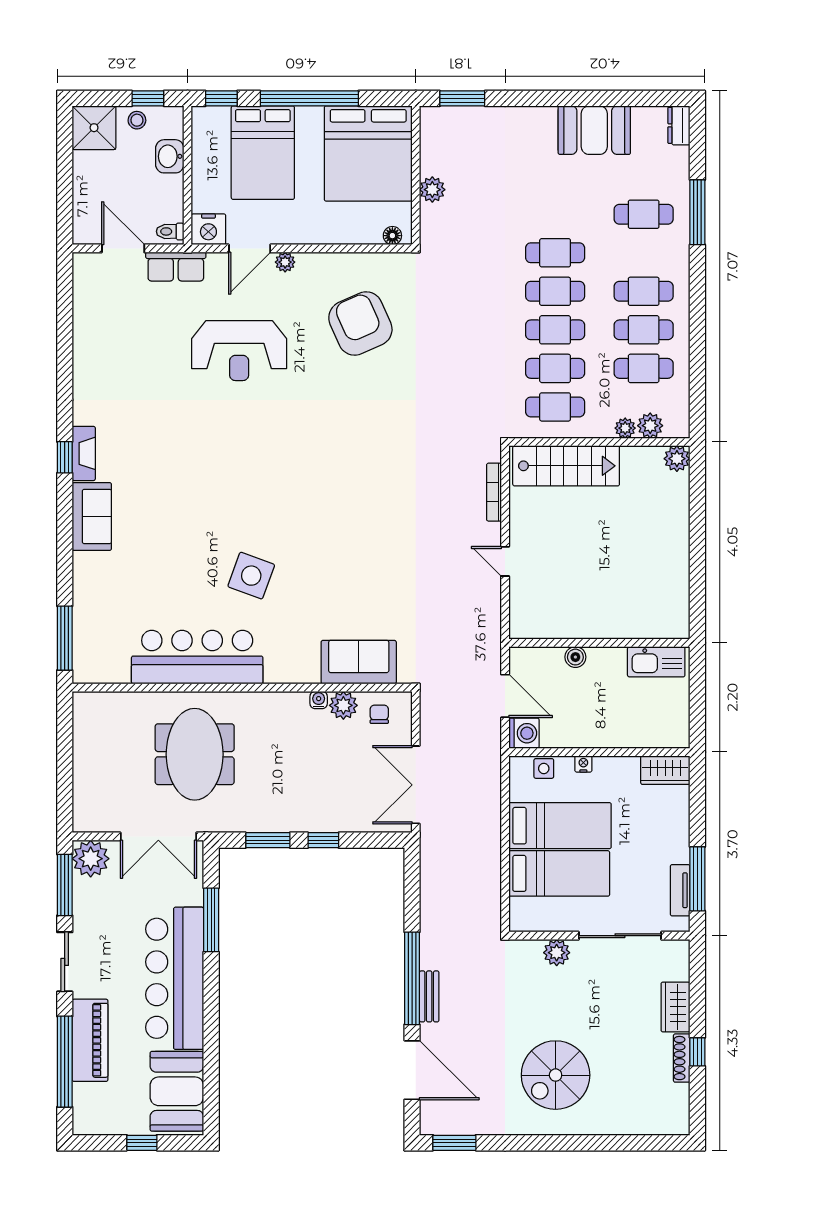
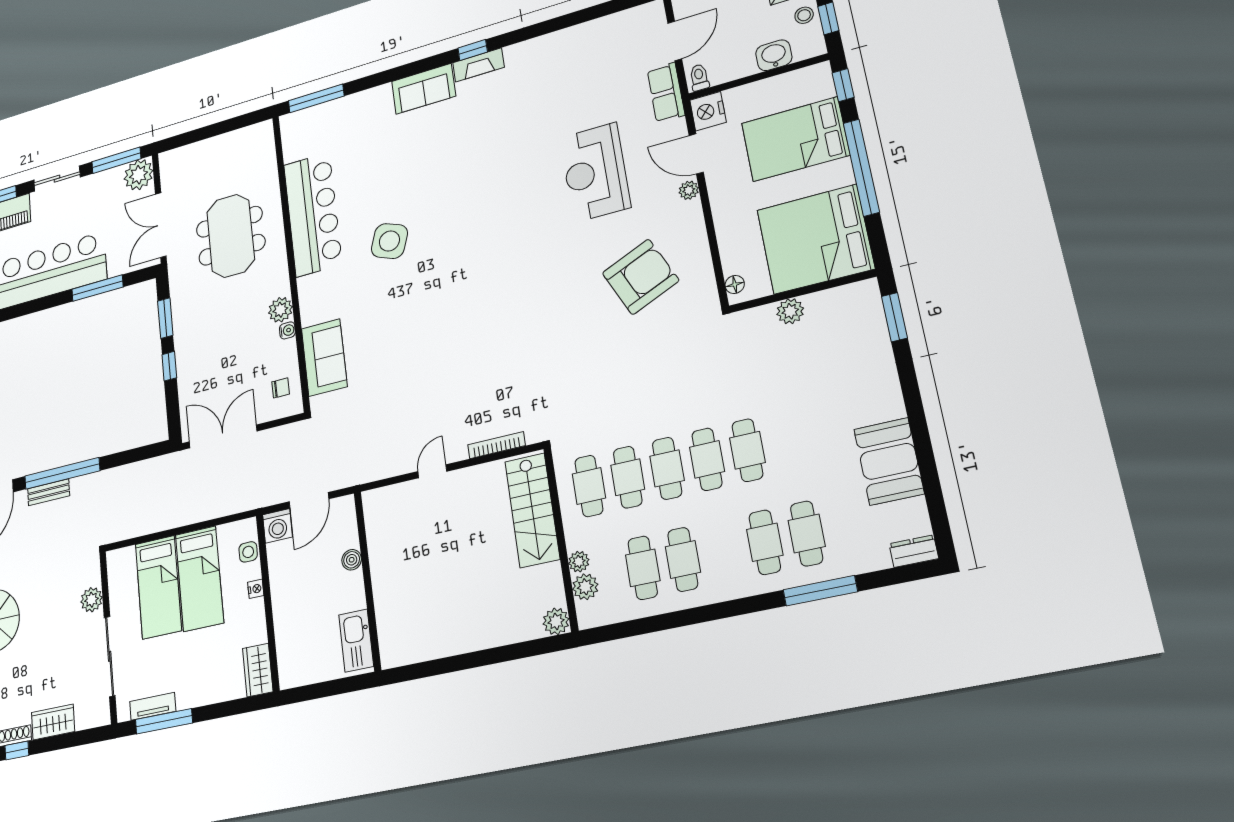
cafe table: (644, 291) -> (765, 542), moved
plant: (343, 705) -> (280, 310), moved
meeting table: (195, 754) -> (231, 236), turned 90

